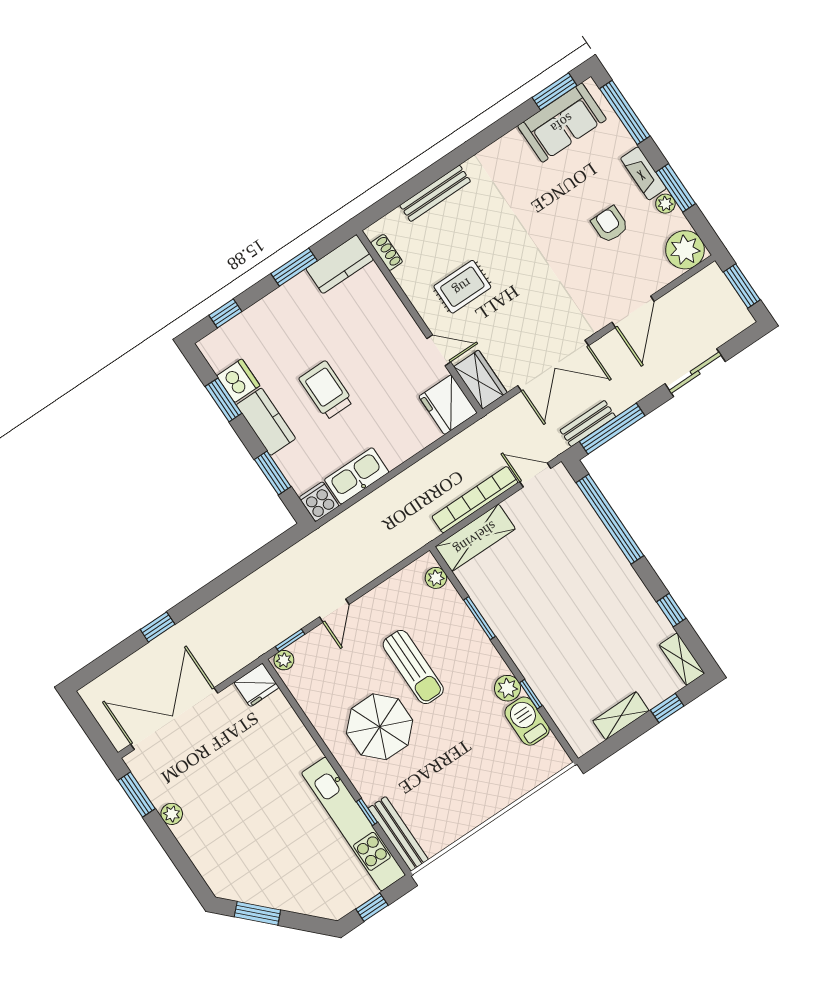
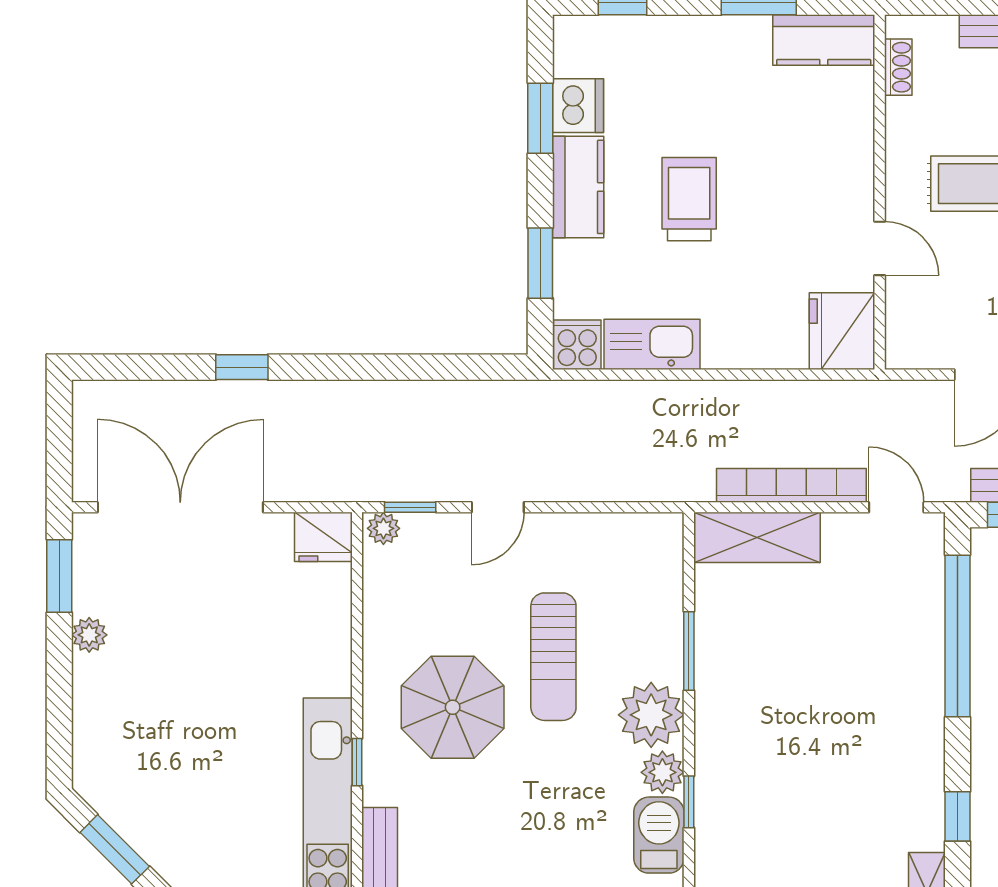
wardrobe: (480, 380) -> (909, 327), removed
plant: (436, 578) -> (651, 715), moved, width x1.87, depth x1.87
window: (367, 812) -> (357, 762), moved

